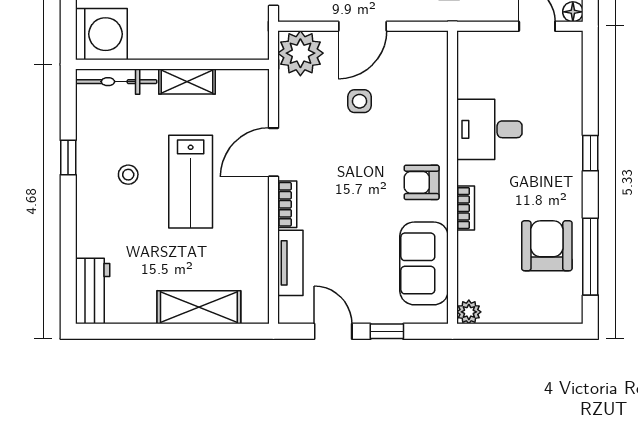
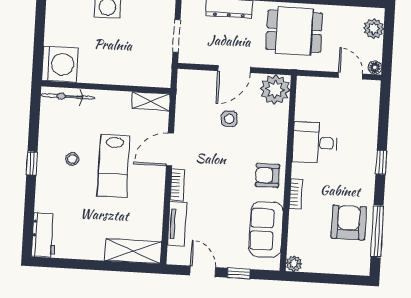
plant: (300, 53) -> (275, 89), moved
shelving: (187, 81) -> (151, 101), moved
window: (68, 157) -> (32, 163), moved
shelving: (199, 307) -> (133, 251), moved

